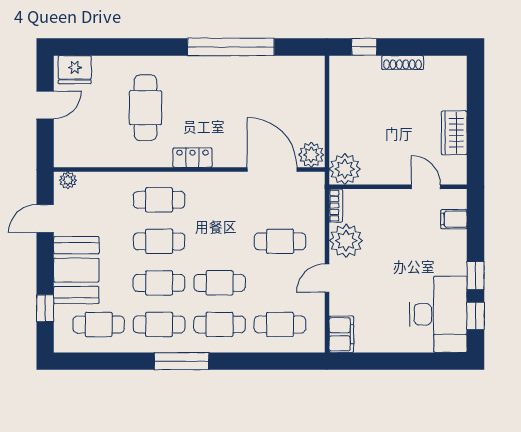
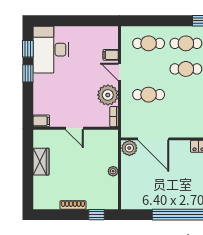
plant: (345, 169) -> (113, 171), moved, width x0.53, depth x0.53
door: (426, 187) -> (74, 128), moved
filing cabinet: (454, 219) -> (41, 121), moved
door: (327, 278) -> (120, 72), swing flipped
filing cabinet: (341, 334) -> (111, 55), moved, width x0.50

